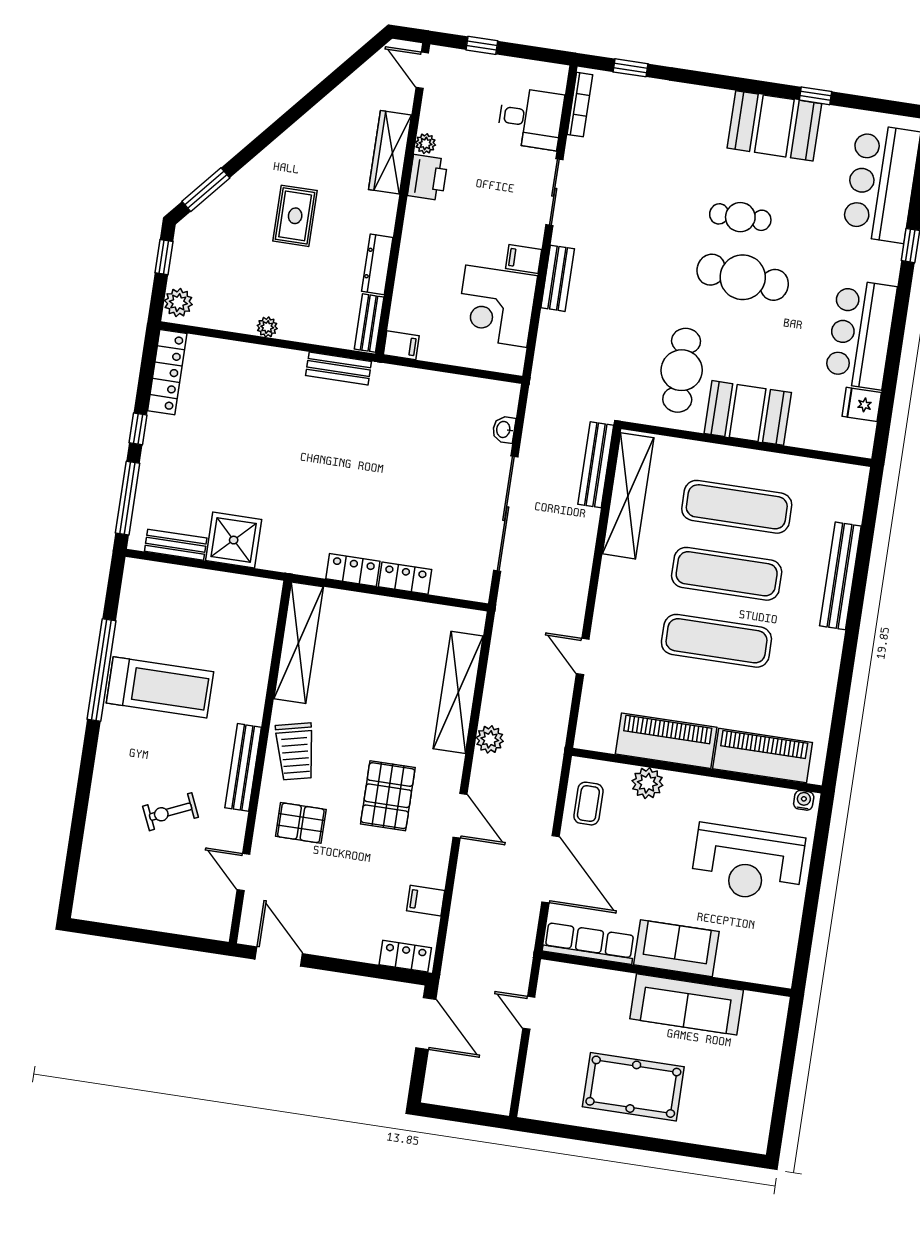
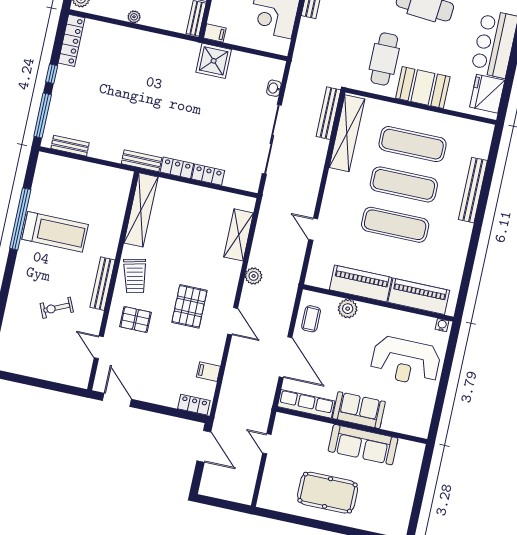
bench: (339, 368) -> (142, 161), moved
fridge: (862, 404) -> (487, 94), width x1.88, depth x1.34
shower: (234, 540) -> (214, 61), moved
shelving: (458, 692) -> (239, 235), width x0.68

